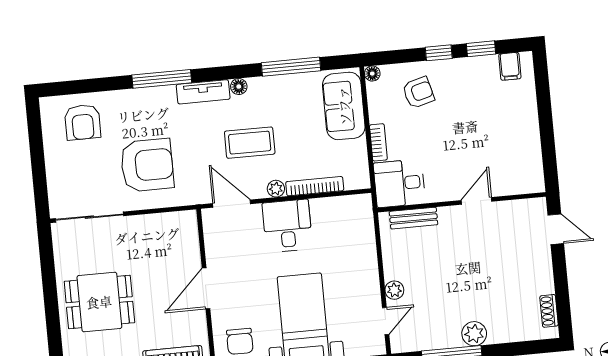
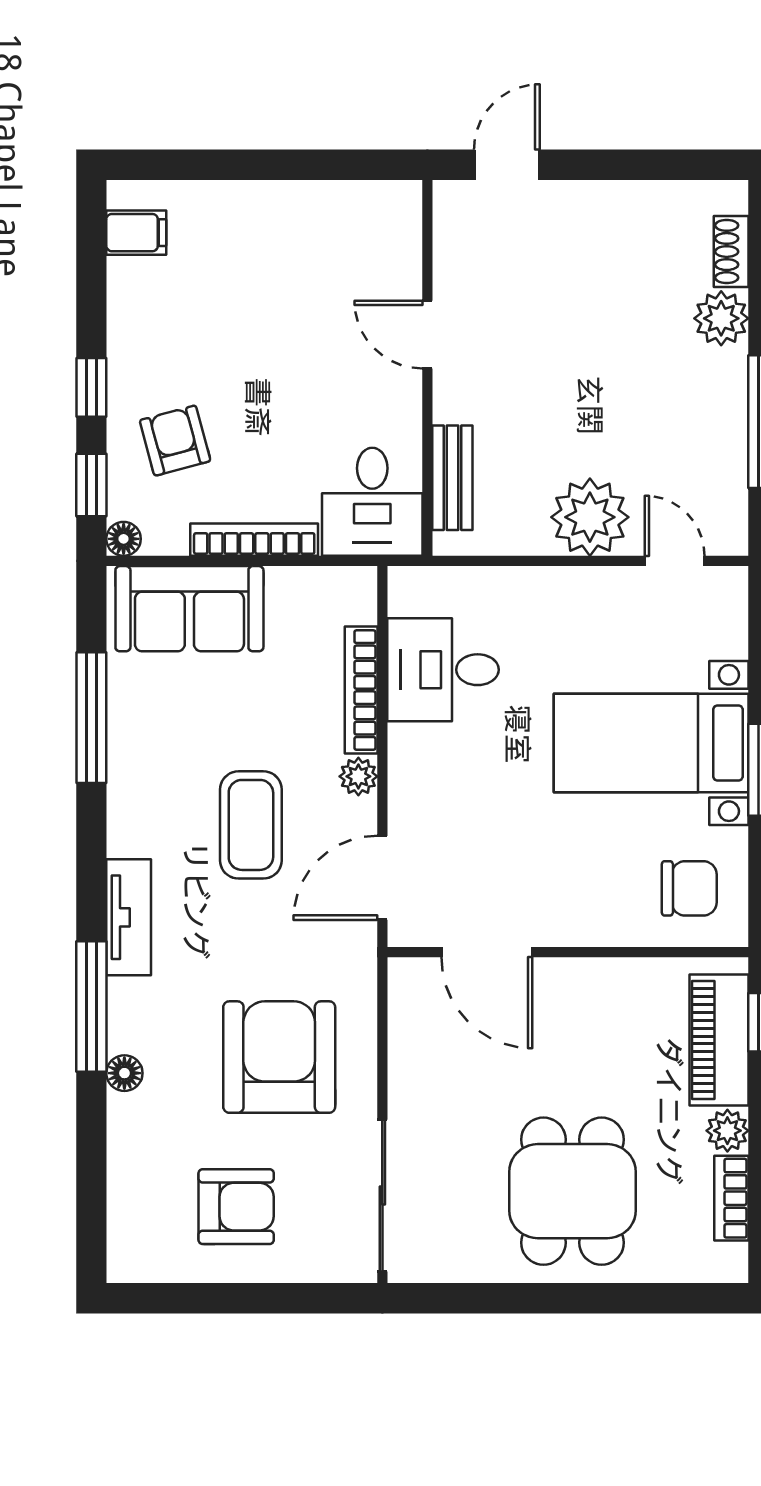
window: (481, 49) -> (91, 485), moved
floor lamp: (239, 87) -> (124, 1073), moved
armchair: (83, 122) -> (236, 1207), moved
bookcase: (378, 142) -> (254, 540), width x1.56
desk: (287, 226) -> (443, 670), moved
door: (206, 288) -> (487, 952), moved
plant: (394, 290) -> (590, 517), width x1.88, depth x1.88
shoe rack: (549, 311) -> (731, 252), moved, turned 90
plant: (474, 334) -> (721, 318), moved

